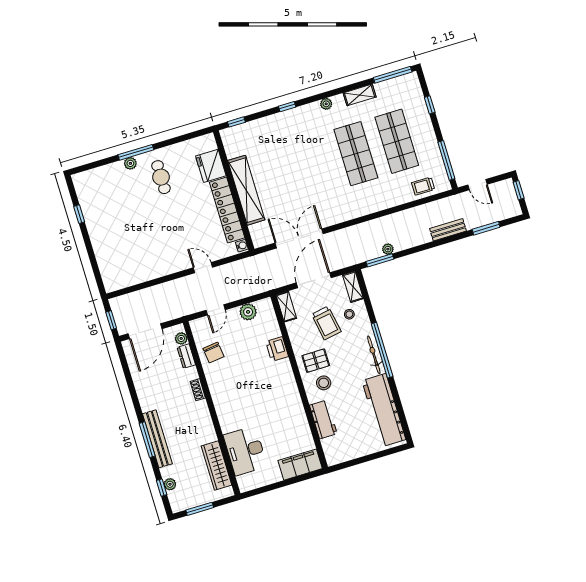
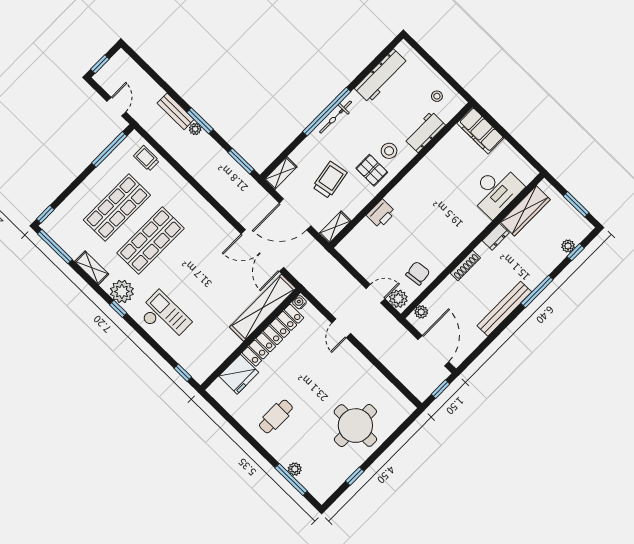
plant: (326, 104) -> (122, 291), width x1.88, depth x1.88
window: (430, 105) -> (45, 214), moved
window: (287, 107) -> (118, 309), moved
checkout: (289, 131) -> (164, 317), added
window: (136, 152) -> (291, 479), moved
plant: (130, 163) -> (295, 469), moved
trolley: (423, 186) -> (146, 158), turned 180
shelving: (246, 190) -> (263, 308), moved
window: (486, 228) -> (200, 121), moved
round table: (119, 237) -> (355, 426), added
plant: (388, 249) -> (195, 129), moved
plant: (248, 312) -> (398, 299), moved
stool: (349, 314) -> (437, 96), moved
door: (145, 331) -> (433, 351), hinge flipped
dresser: (186, 356) -> (496, 237), moved
shoe rack: (198, 390) -> (465, 265), width x1.43
workbench: (384, 410) -> (381, 76), width x0.73, depth x0.76
bench: (157, 439) -> (504, 309), moved

